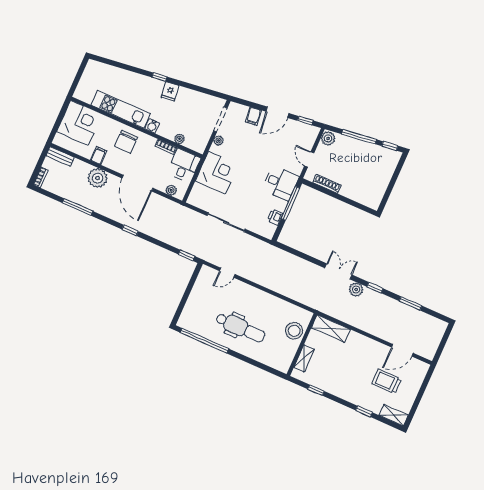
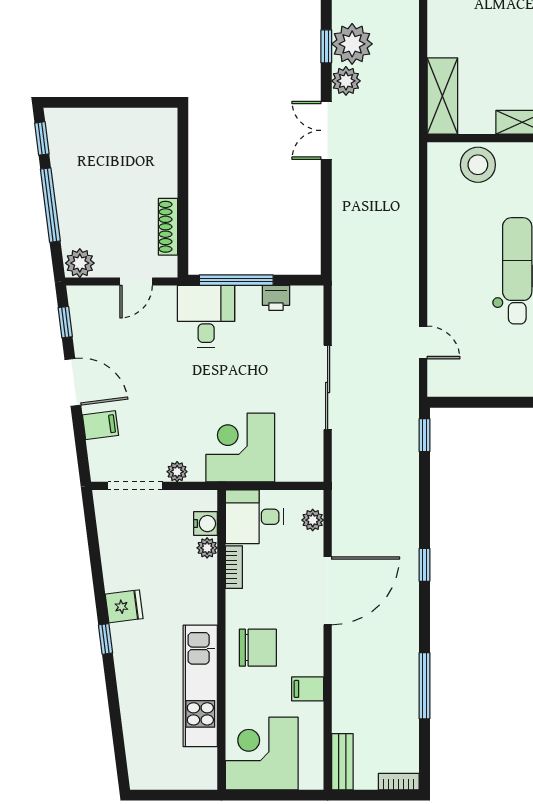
water cooler: (152, 126) -> (206, 524), moved
plant: (97, 178) -> (352, 44), moved

